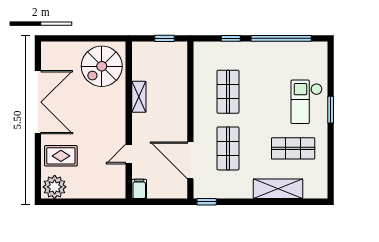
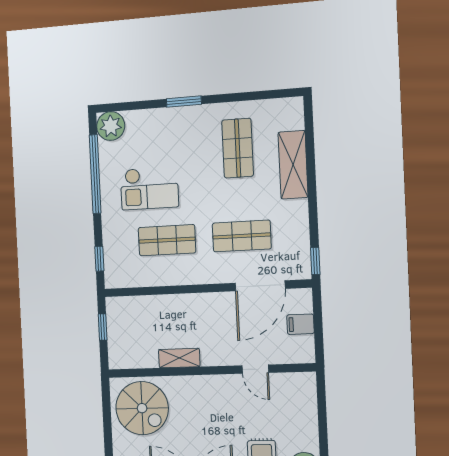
window: (231, 38) -> (99, 259), moved
plant: (317, 52) -> (111, 126), added
checkout: (307, 102) -> (149, 188), moved
filing cabinet: (139, 189) -> (300, 324), moved

